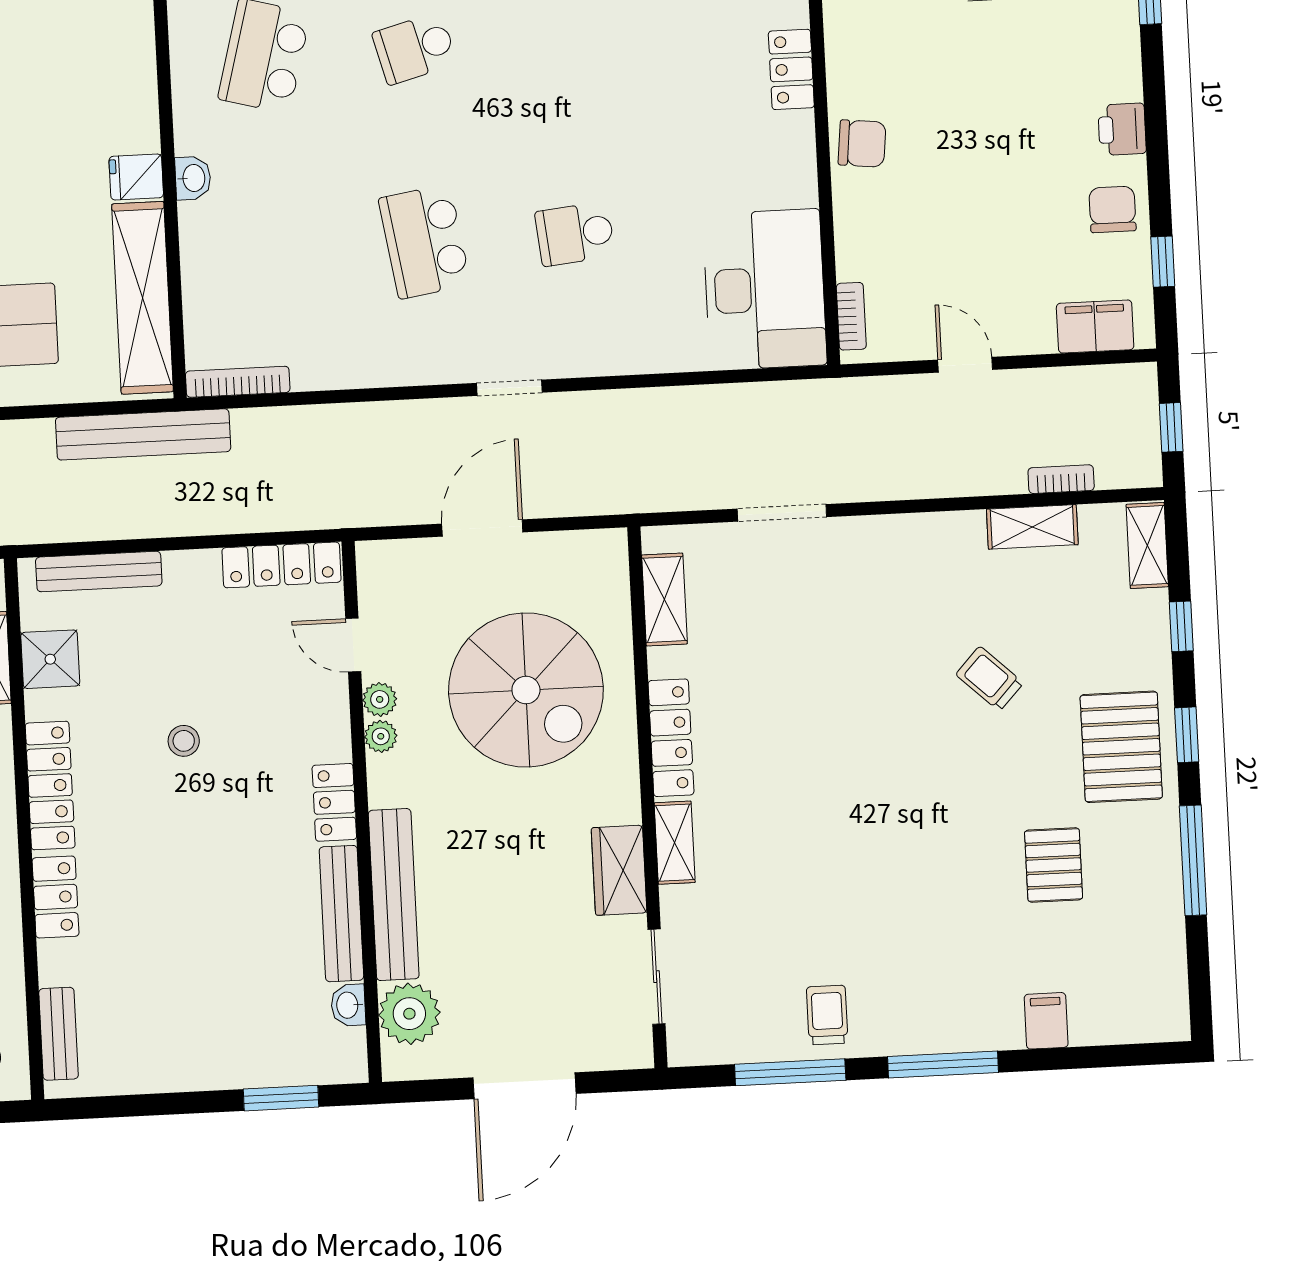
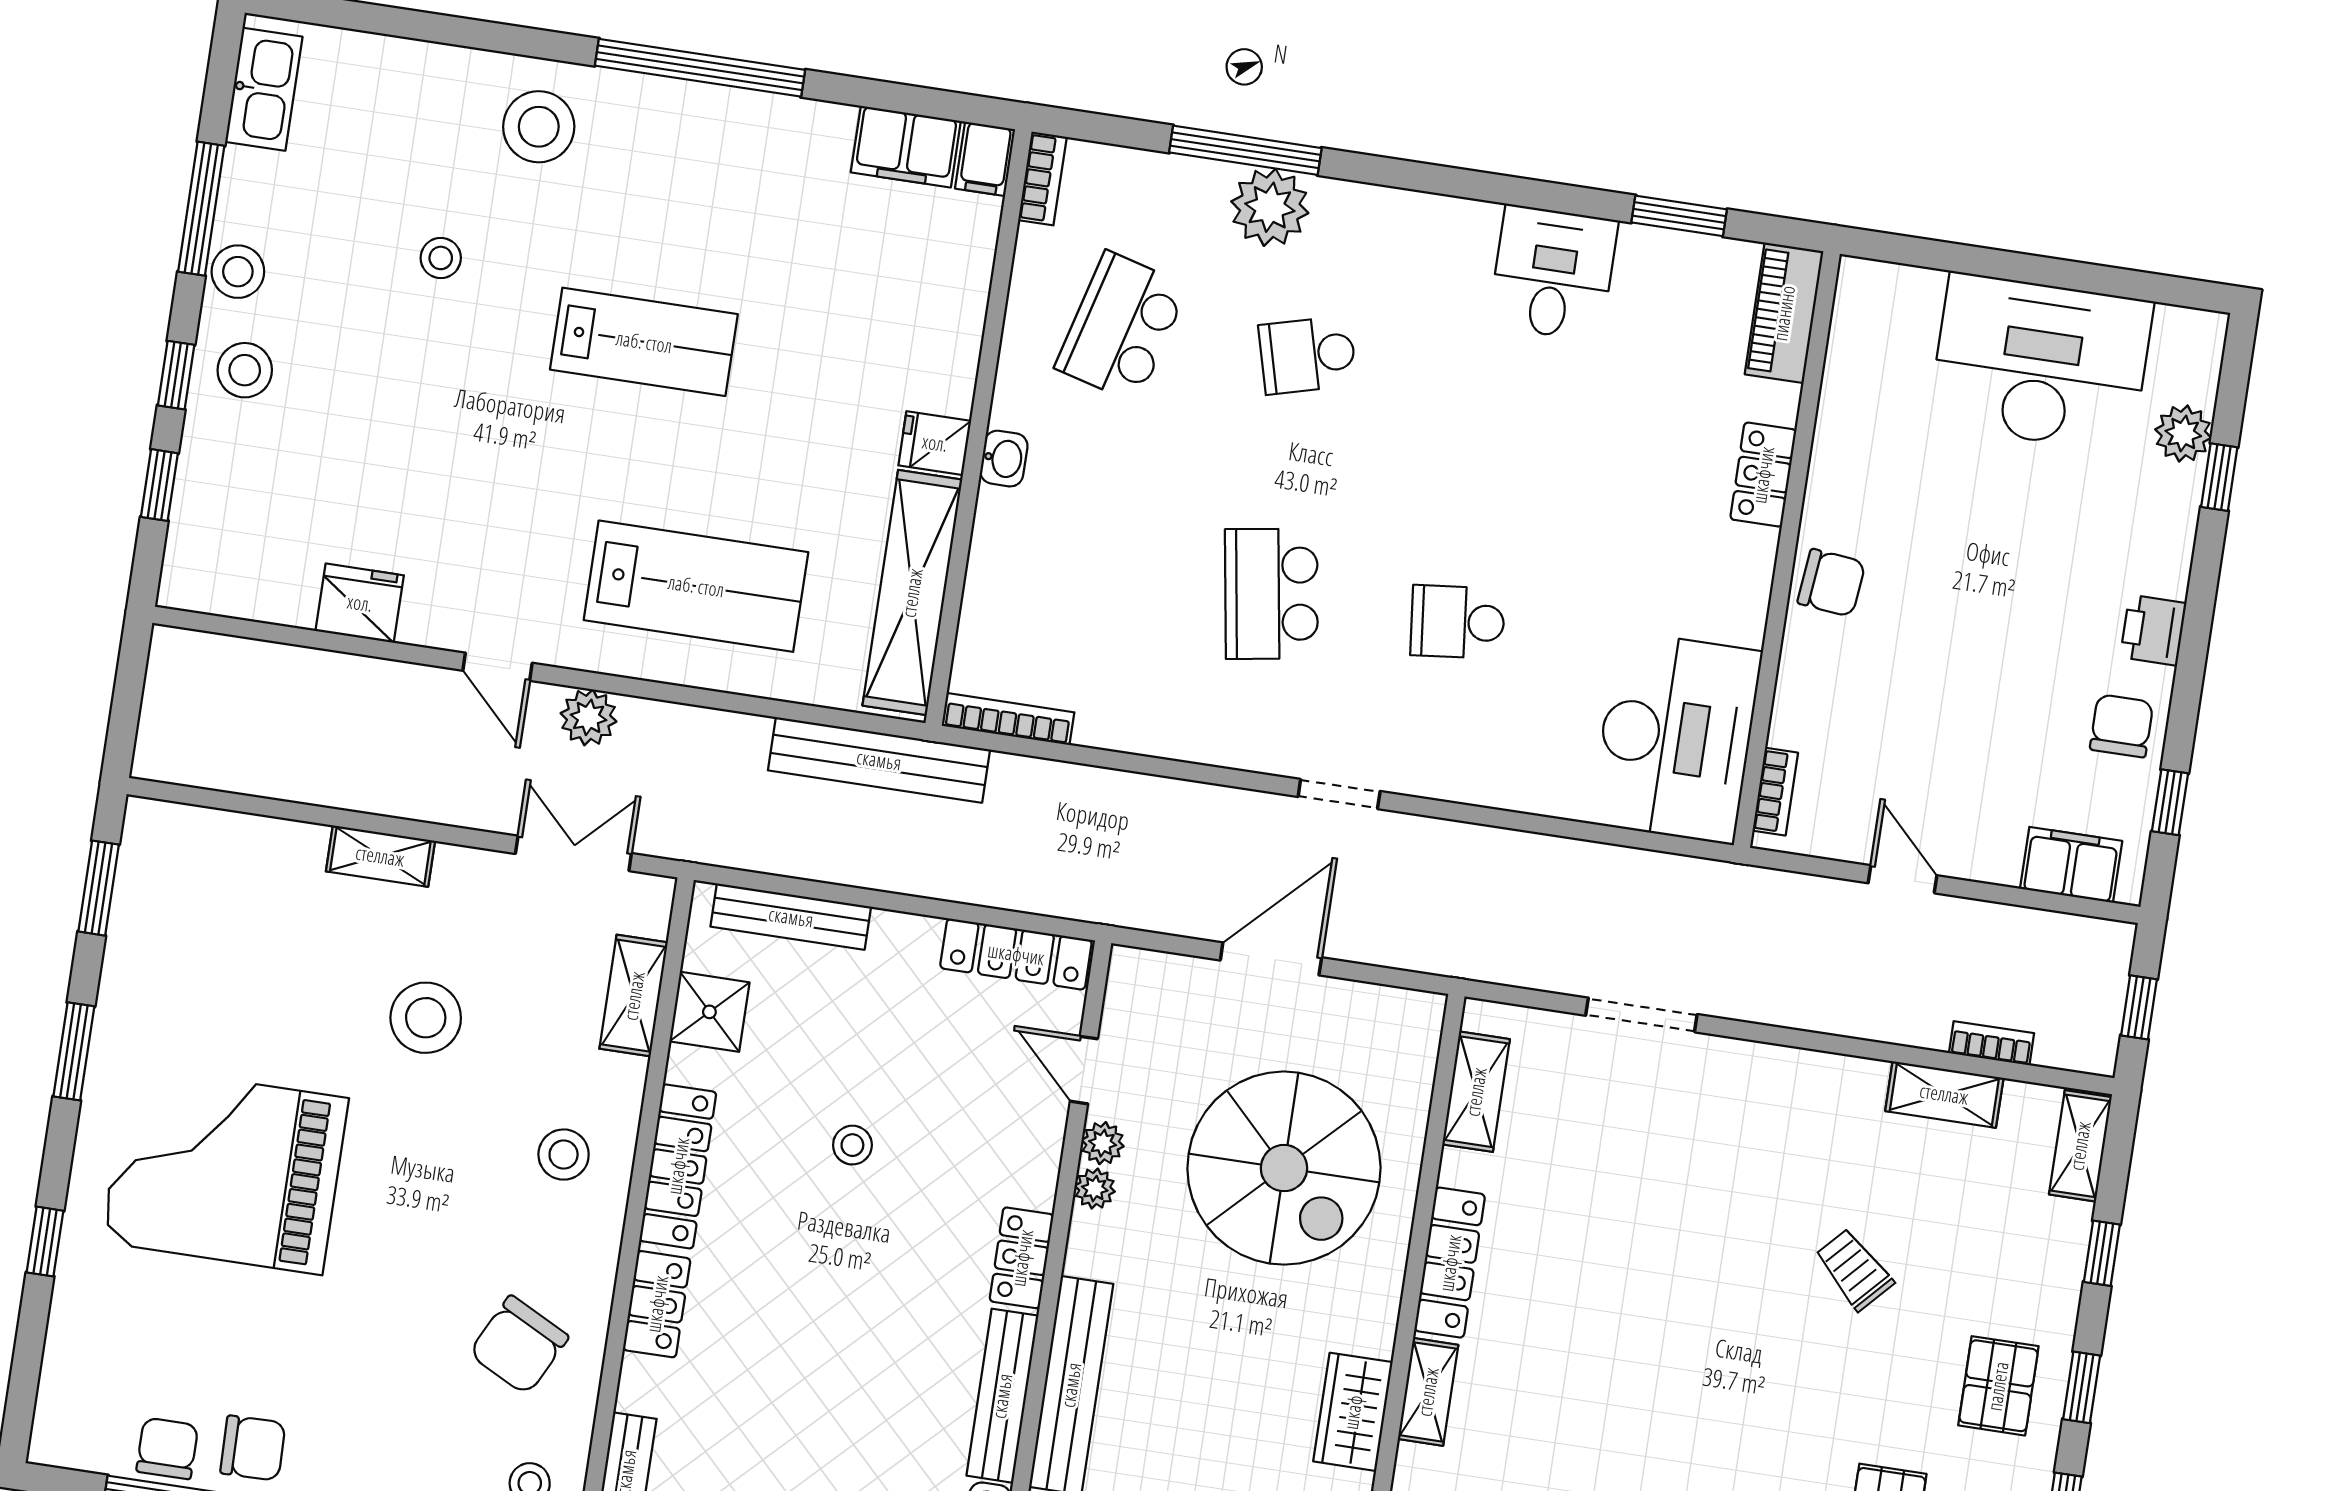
pallet: (1121, 747) -> (1998, 1386), width x0.67, depth x0.71

